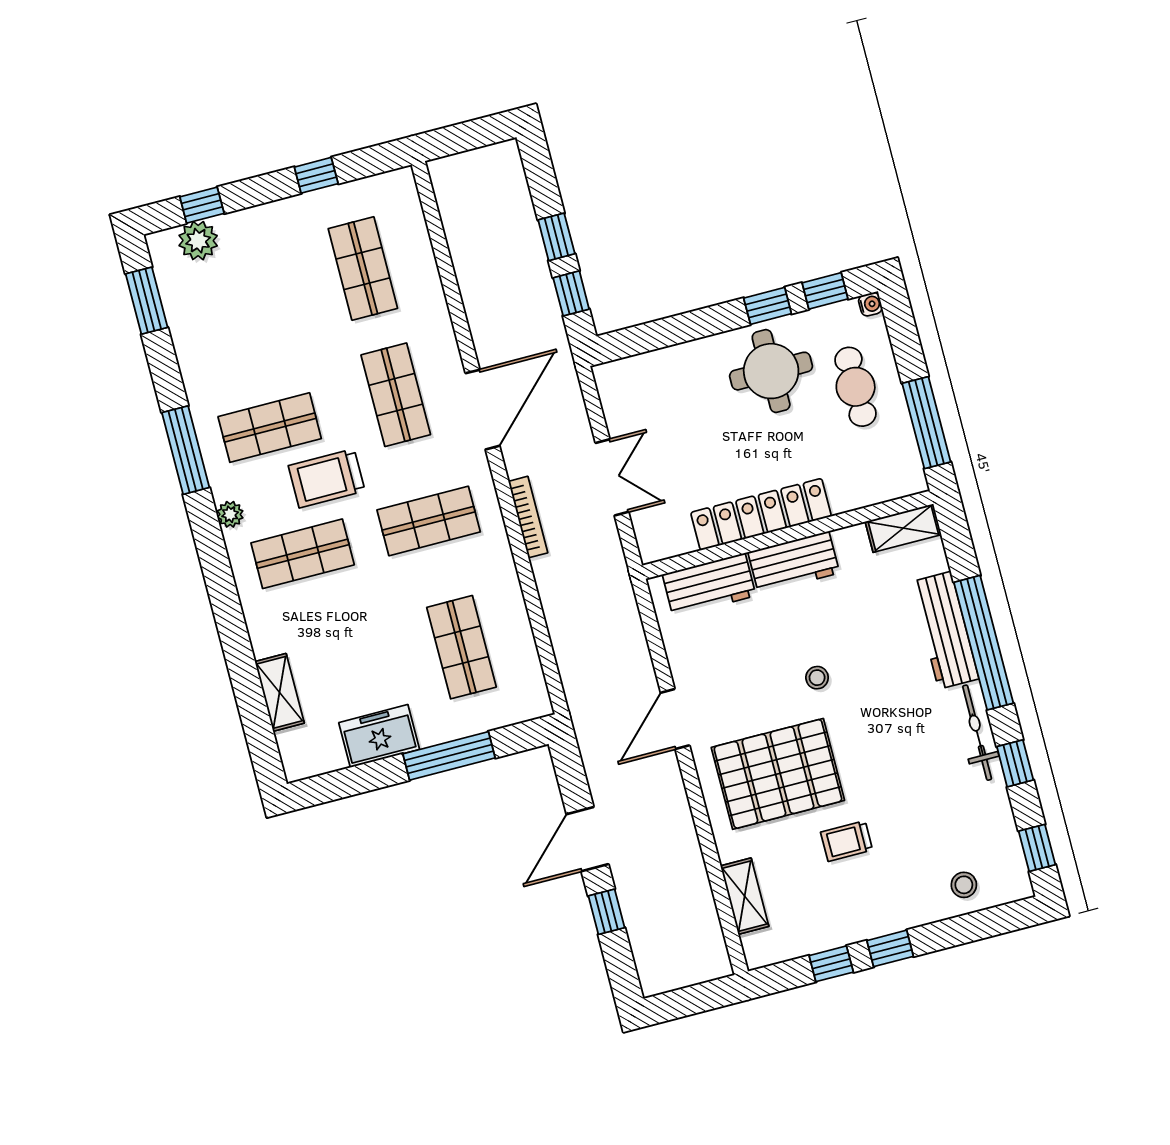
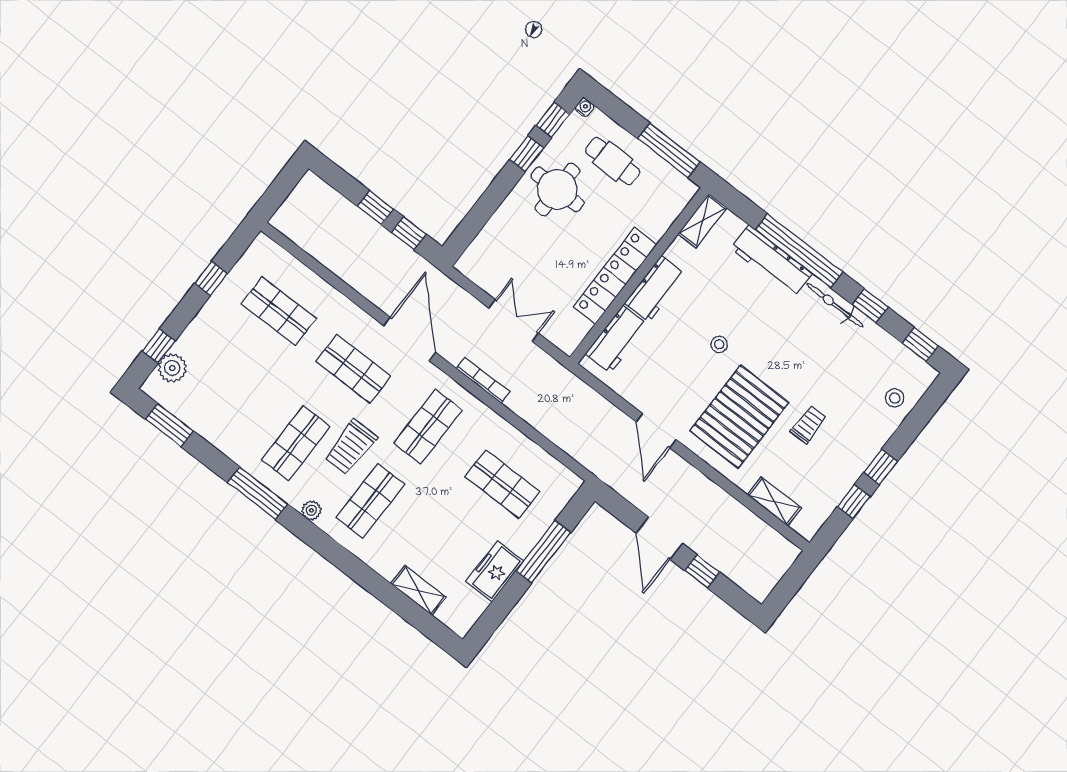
trolley: (847, 841) -> (808, 425), turned 180

